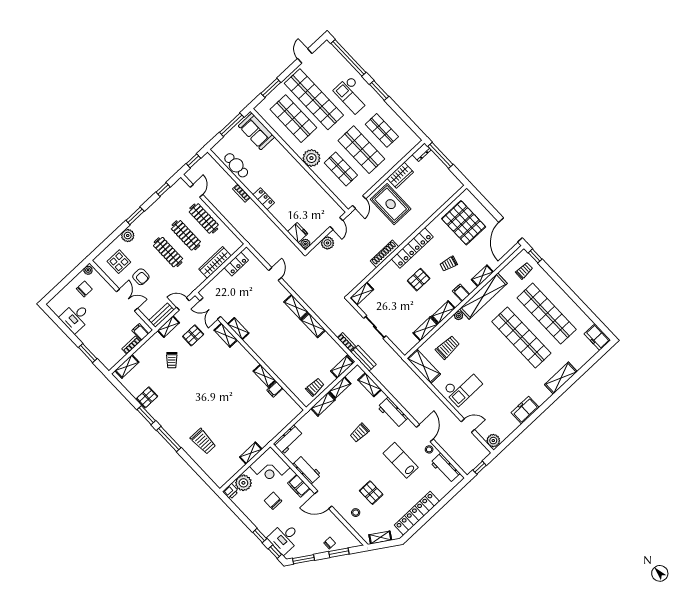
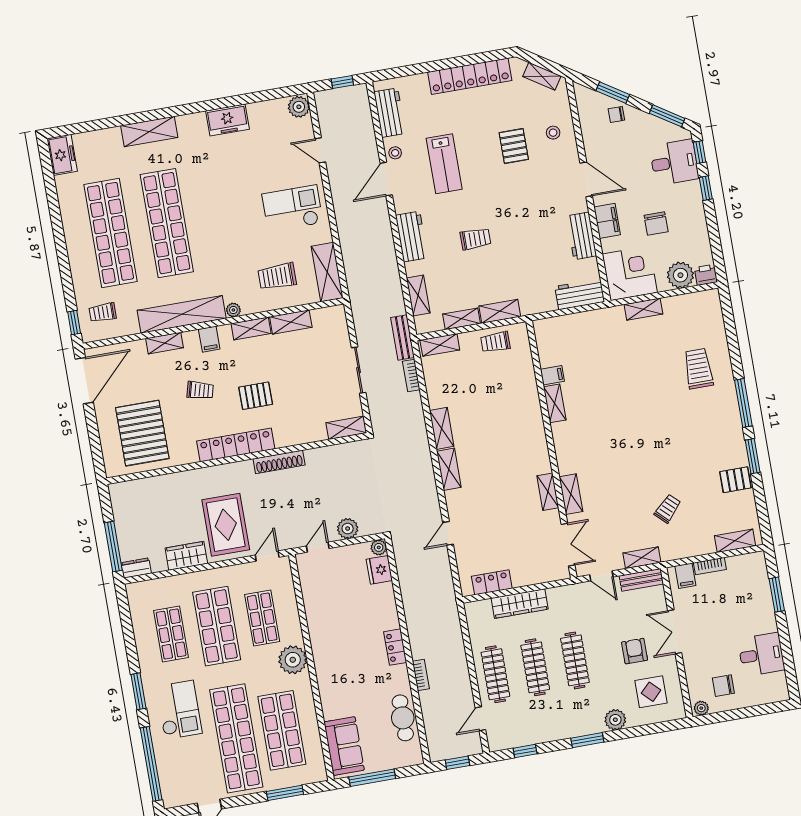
pallet: (193, 335) -> (616, 523), removed

